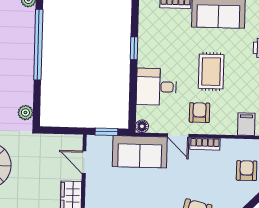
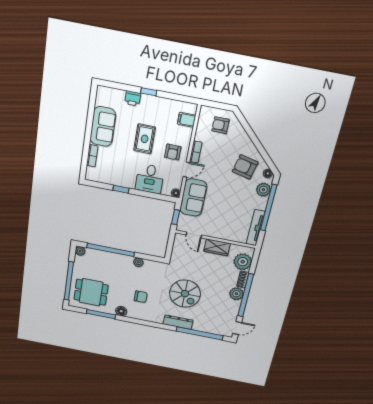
rug: (211, 72) -> (145, 139), turned 90
plant: (25, 113) -> (138, 262), moved
armchair: (199, 113) -> (173, 152), turned -90
door: (84, 162) -> (194, 235), hinge flipped

